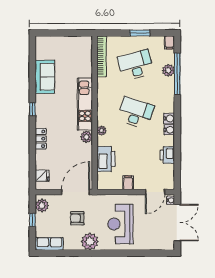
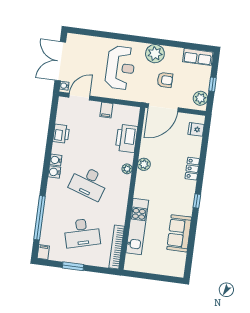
plant: (168, 70) -> (48, 223), removed
kitchen unit: (85, 104) -> (137, 226), moved

